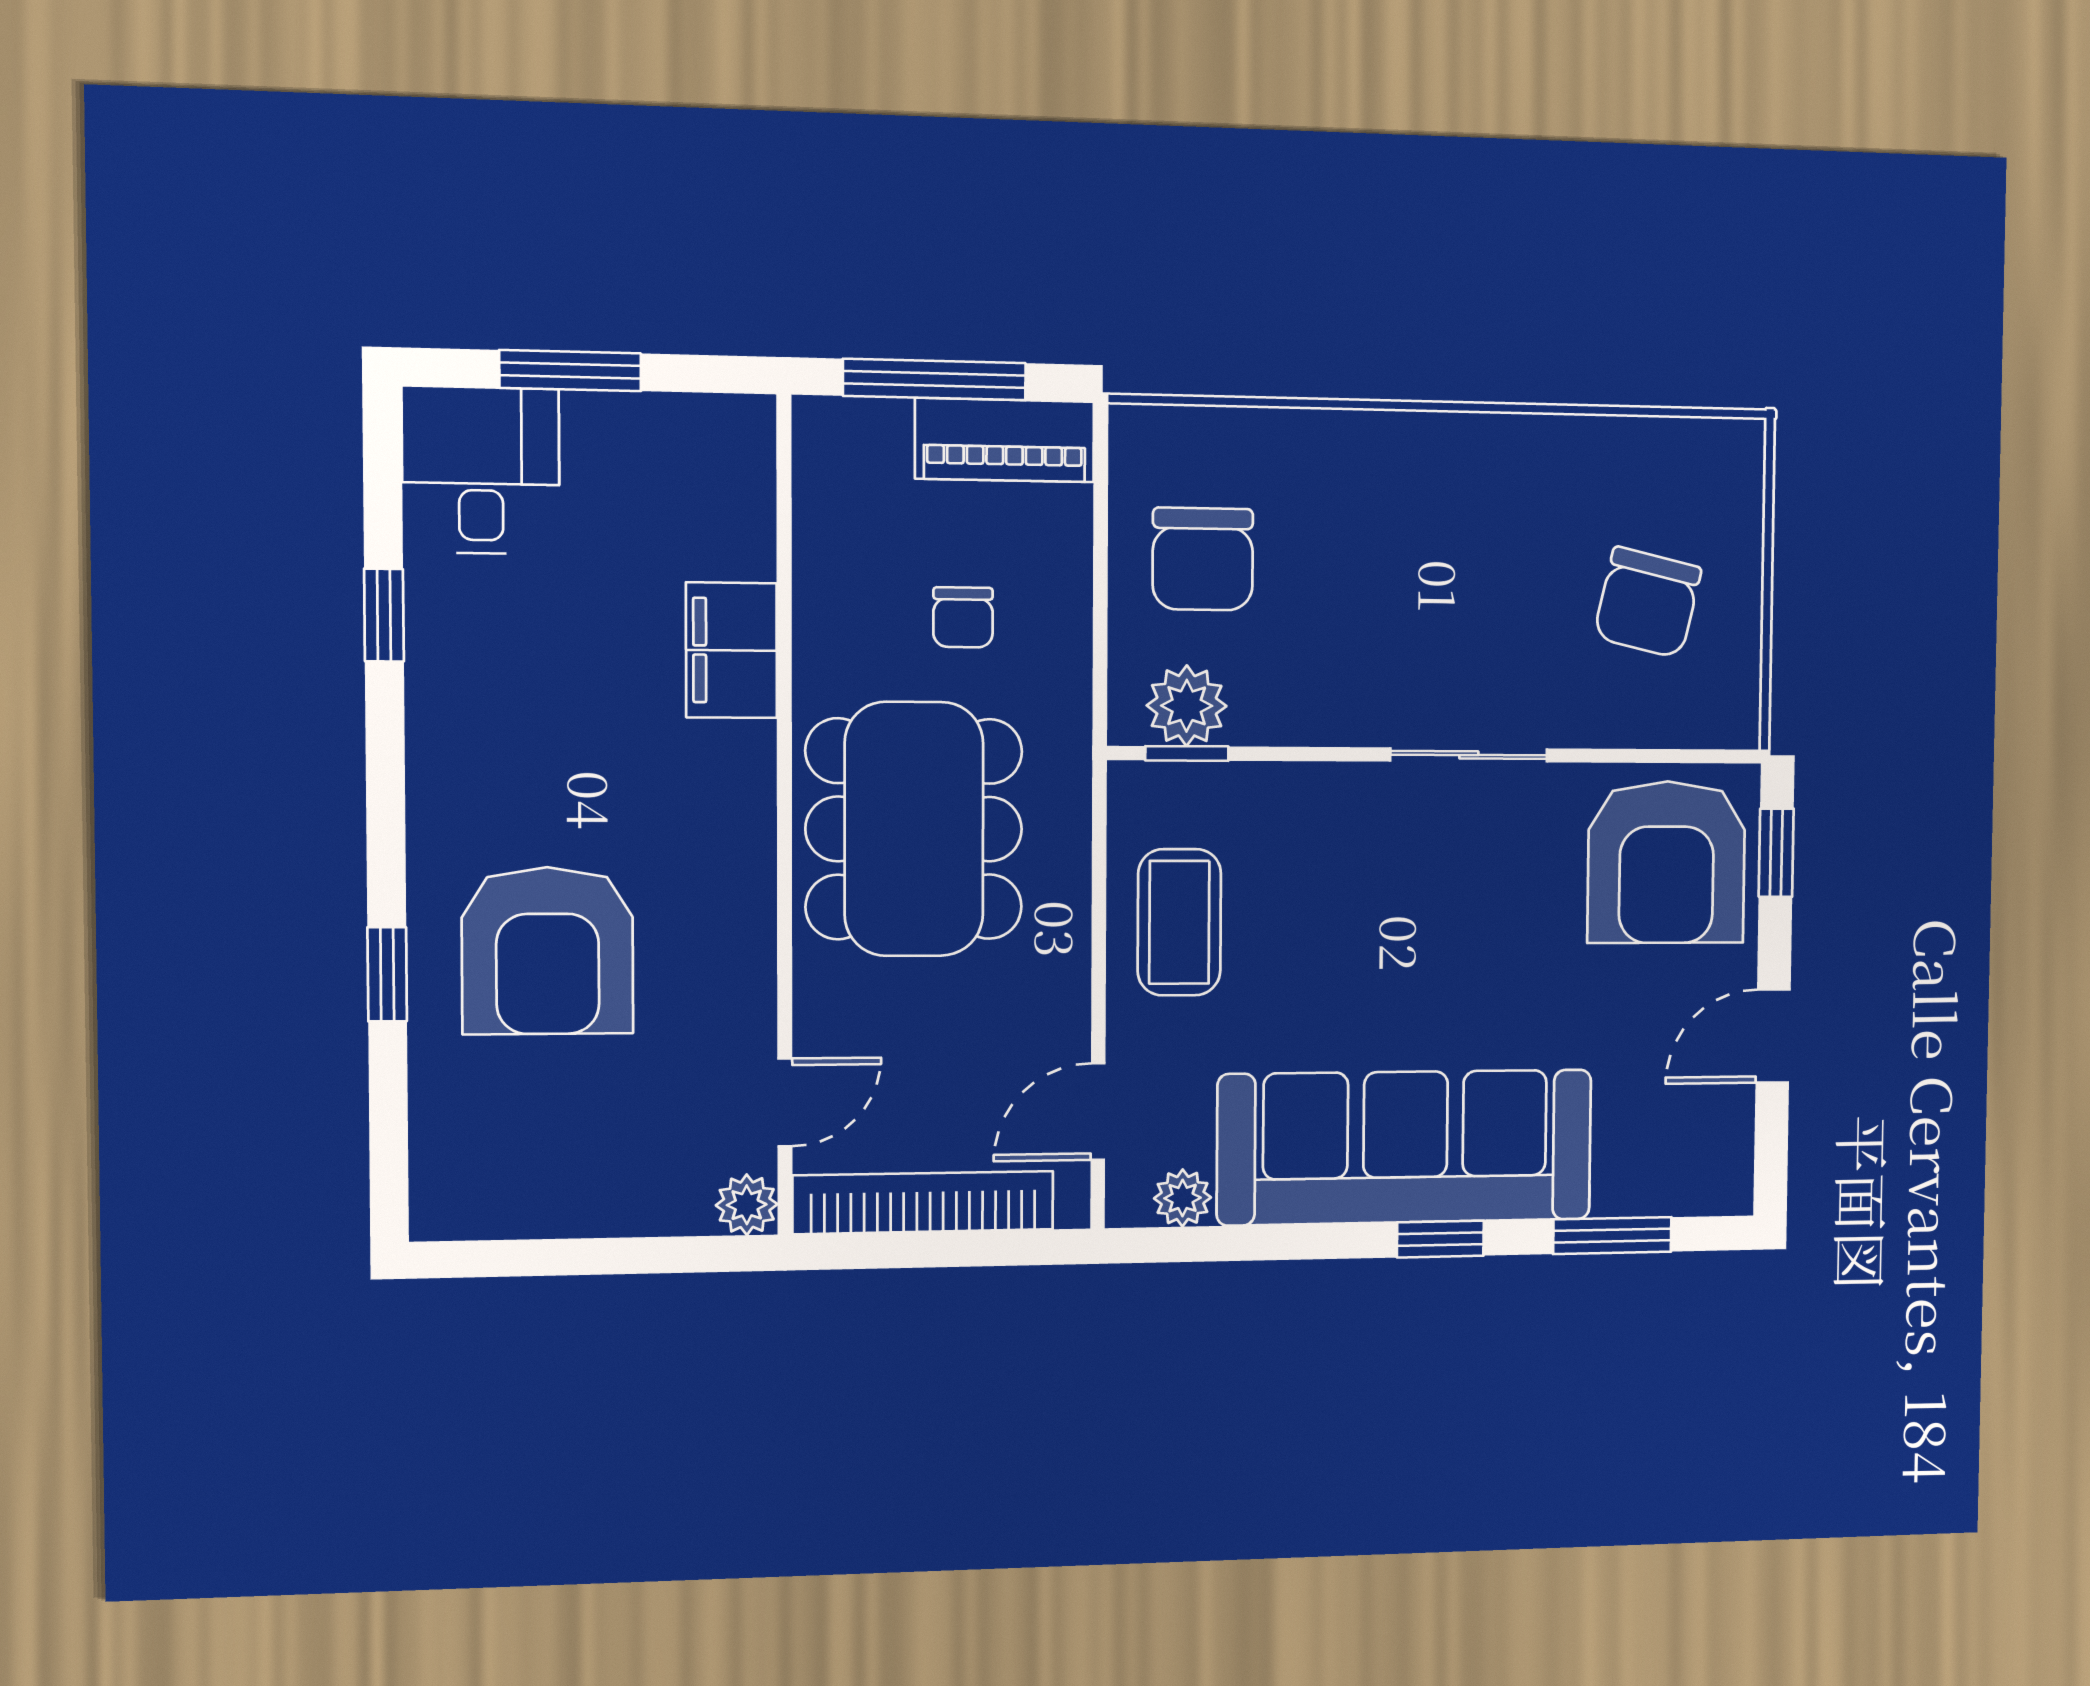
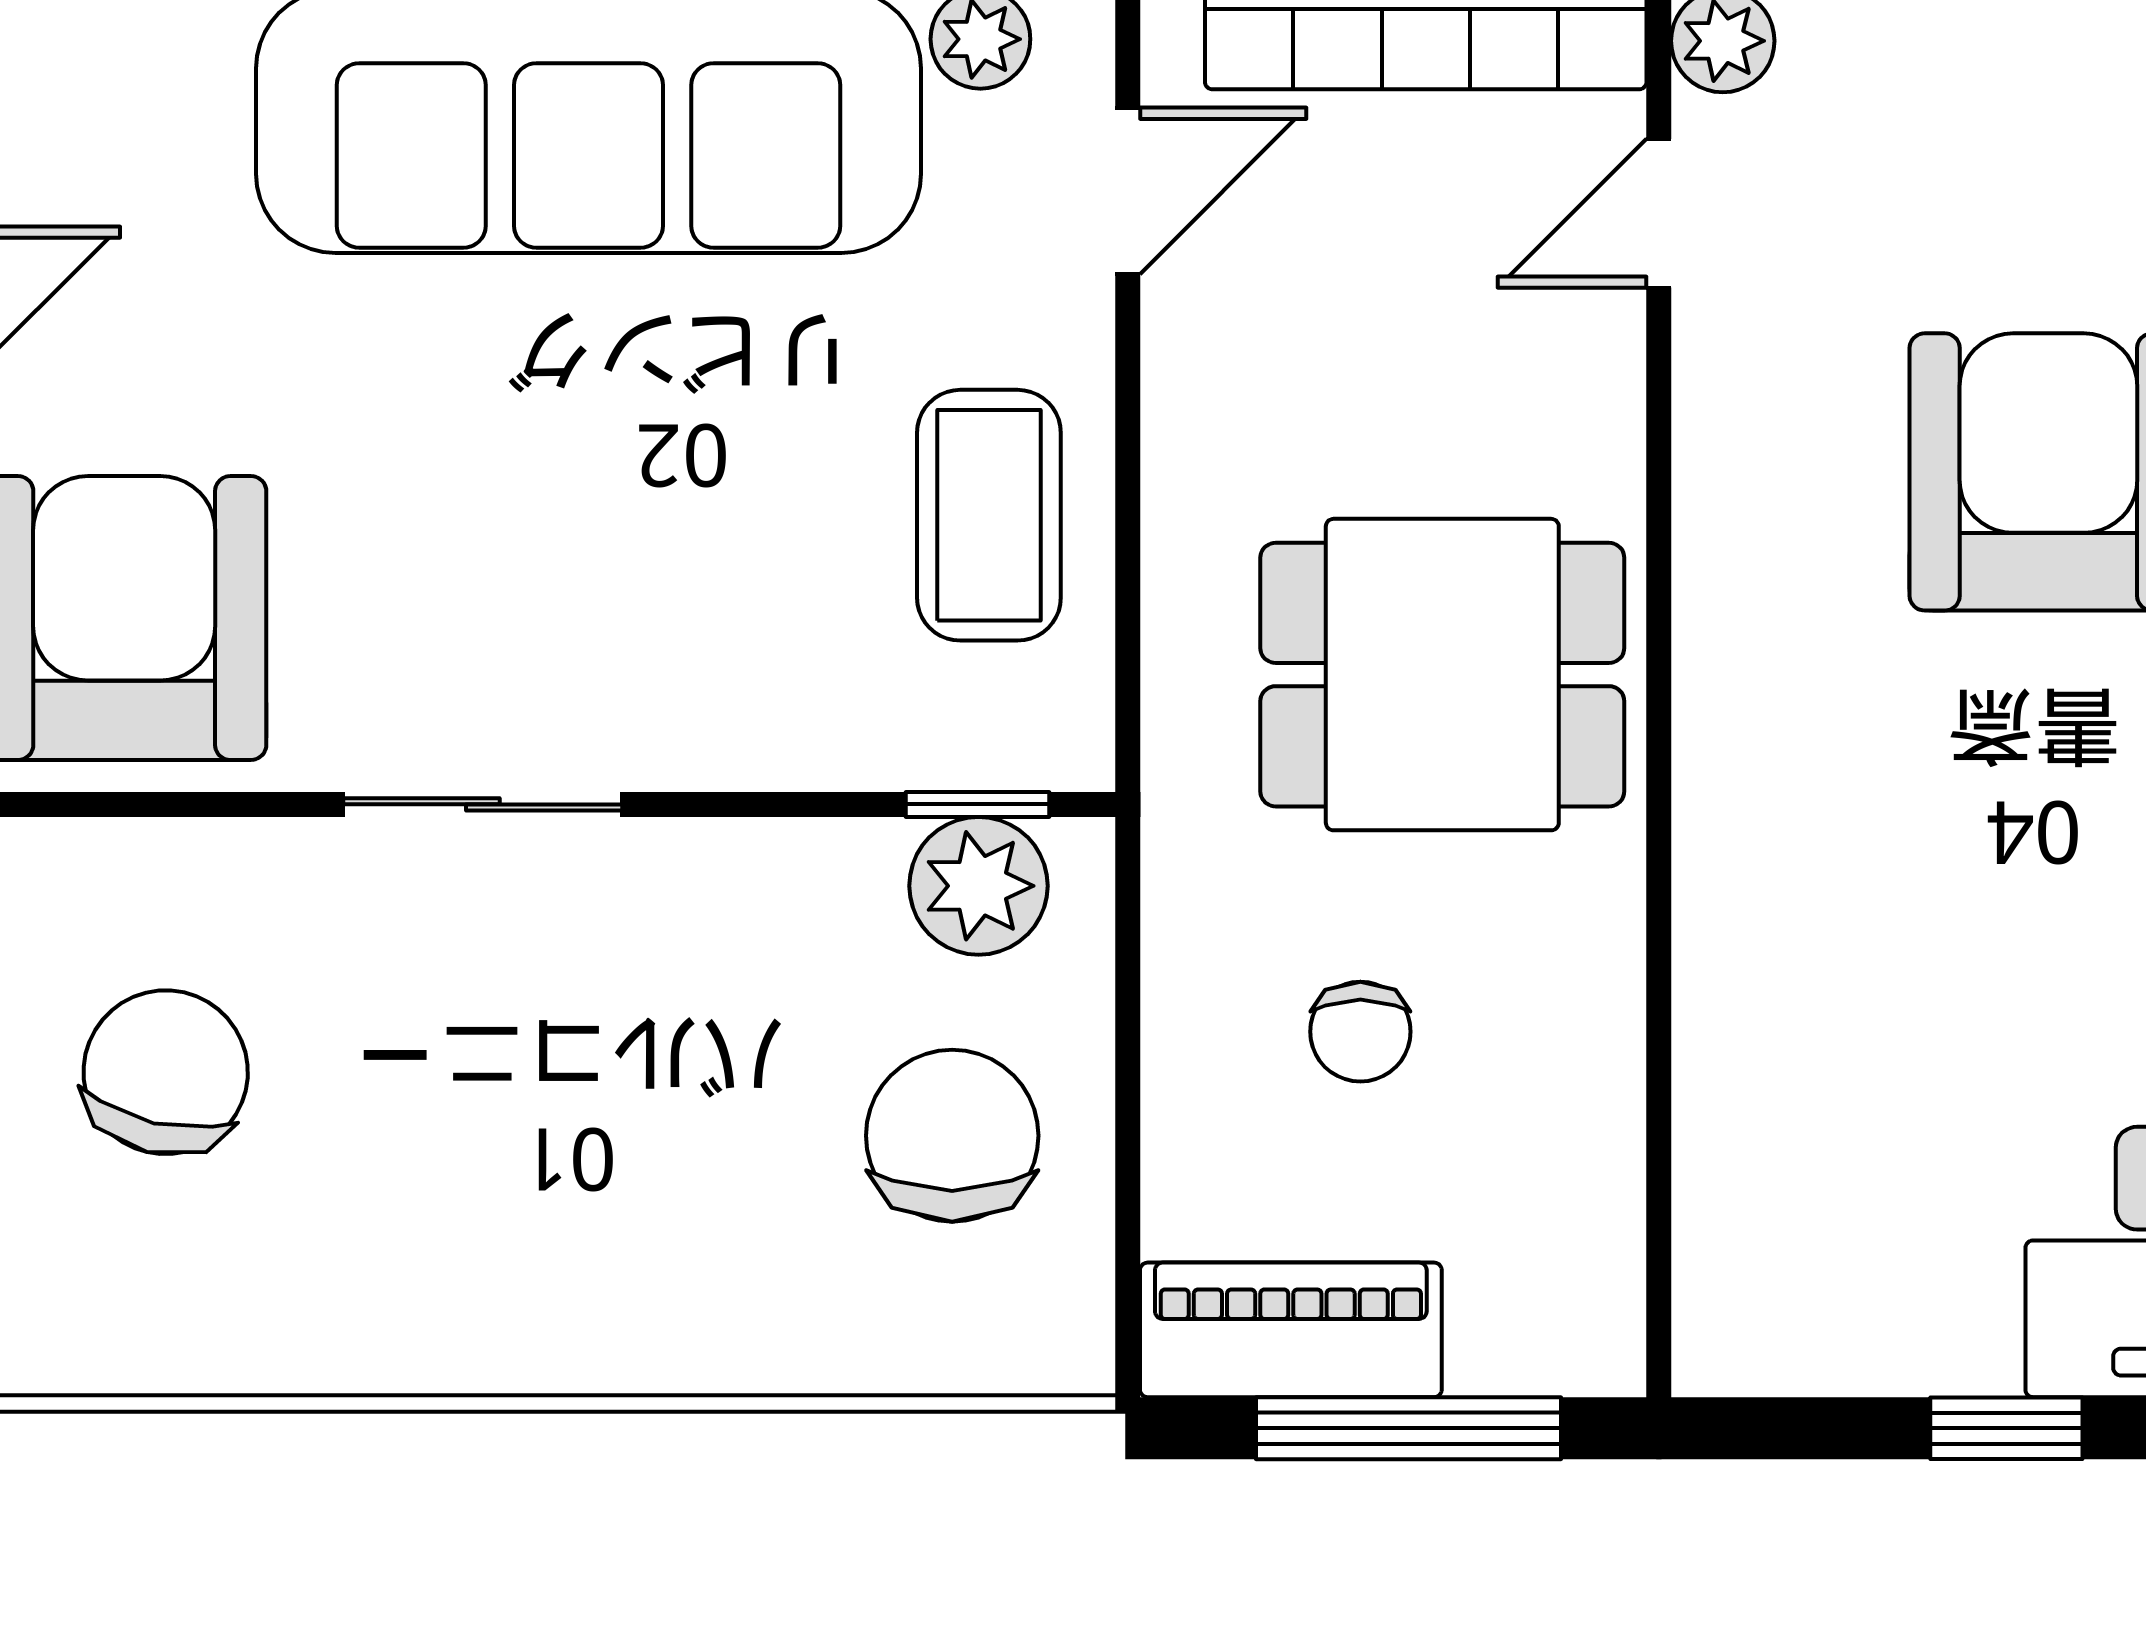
window: (570, 371) -> (2006, 1428), width x0.67
chair: (963, 617) -> (1360, 1032), turned 180
filing cabinet: (731, 650) -> (1746, 972), removed
dining table: (914, 829) -> (1442, 675), width x0.73

